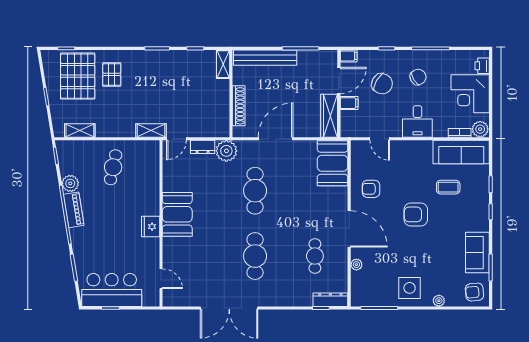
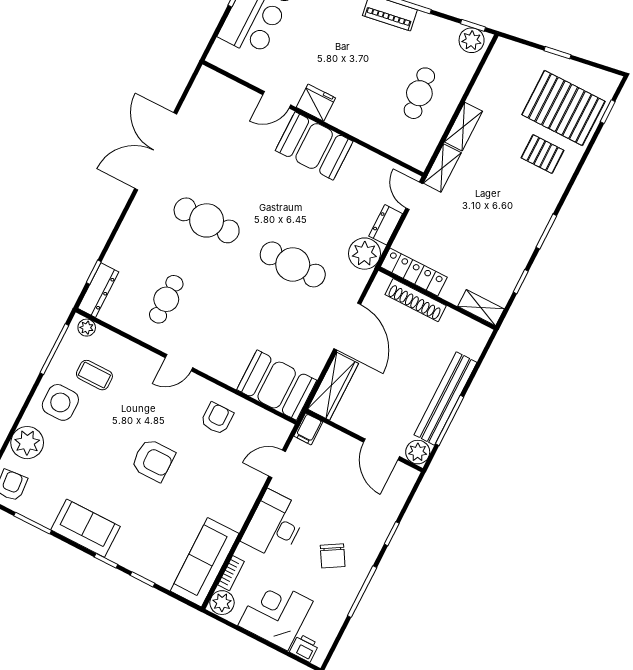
filing cabinet: (349, 56) -> (407, 479), removed
bench: (265, 58) -> (445, 399), moved
plant: (329, 58) -> (418, 452), added
chair: (382, 84) -> (348, 504), removed
filing cabinet: (349, 103) -> (308, 429), moved
locker: (222, 116) -> (414, 272), added
wardrobe: (329, 116) -> (333, 386), moved, turned 90
desk: (417, 121) -> (275, 525), width x1.37
shelving: (80, 130) -> (463, 127), moved
cafe table: (113, 167) -> (419, 93), turned 71
plant: (70, 183) -> (472, 40), moved
coffee table: (448, 187) -> (94, 375), moved, turned 90
armchair: (416, 214) -> (153, 460), turned 90
door: (349, 229) -> (179, 363), width x0.53
sofa: (477, 253) -> (86, 528), moved
cafe table: (315, 256) -> (166, 299), turned 90
plant: (356, 265) -> (87, 328), moved
door: (161, 279) -> (277, 100), moved
plant: (439, 301) -> (27, 443), width x1.88, depth x1.88

